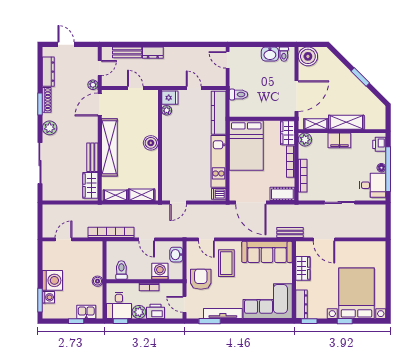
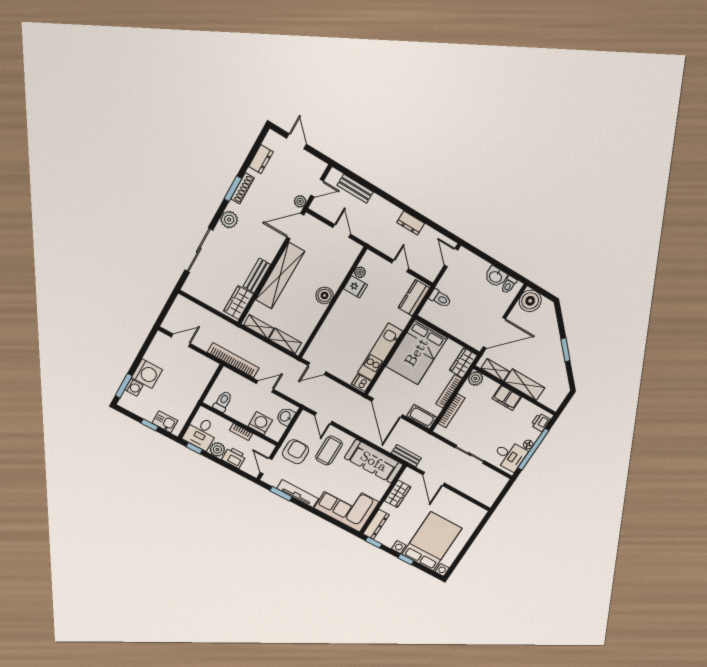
dresser: (153, 53) -> (411, 223), moved
dresser: (48, 72) -> (261, 159), width x0.70
fridge: (170, 98) -> (355, 287), moved
kitchen counter: (219, 113) -> (414, 298), width x0.67
door: (147, 239) -> (265, 386), swing flipped
boiler: (98, 281) -> (193, 399), removed

